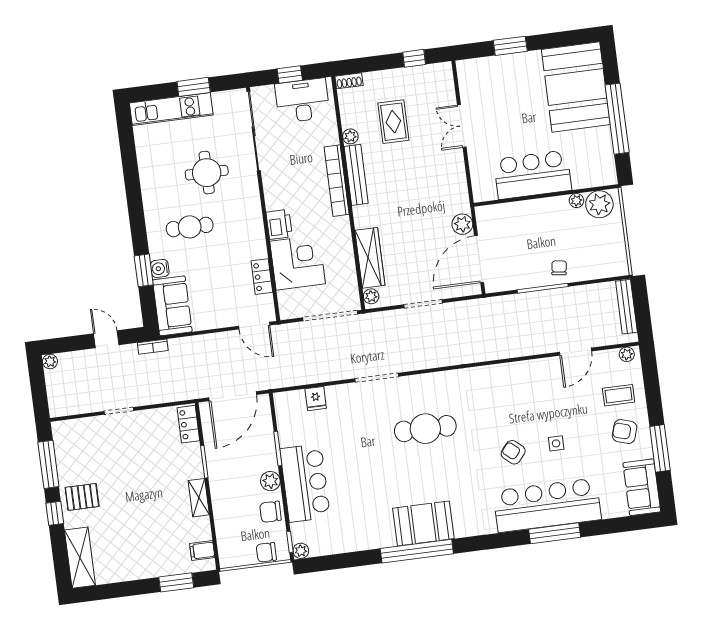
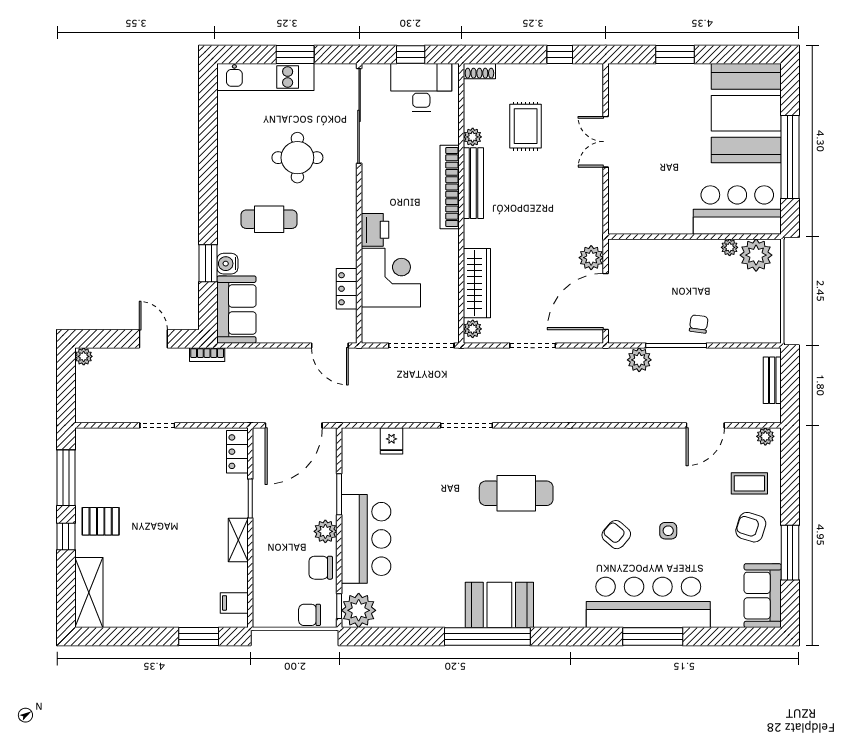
bar counter: (533, 175) -> (737, 210), moved
plant: (513, 304) -> (639, 360), added
bench: (626, 307) -> (772, 380), width x0.73
plant: (301, 551) -> (359, 610), width x1.87, depth x1.87

